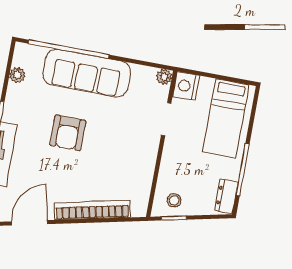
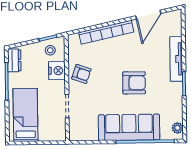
plant: (17, 75) -> (177, 128), moved
plant: (164, 77) -> (74, 135), removed
nightstand: (186, 86) -> (57, 71), moved
armchair: (68, 133) -> (134, 83), turned 90
armchair: (138, 159) -> (81, 74), added

